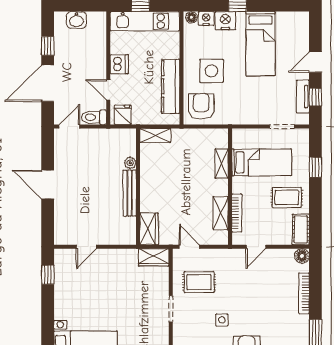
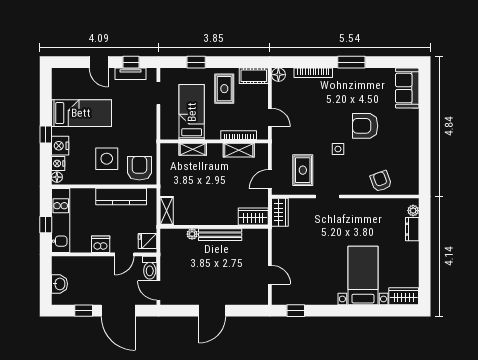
armchair: (201, 106) -> (139, 168), turned 90

